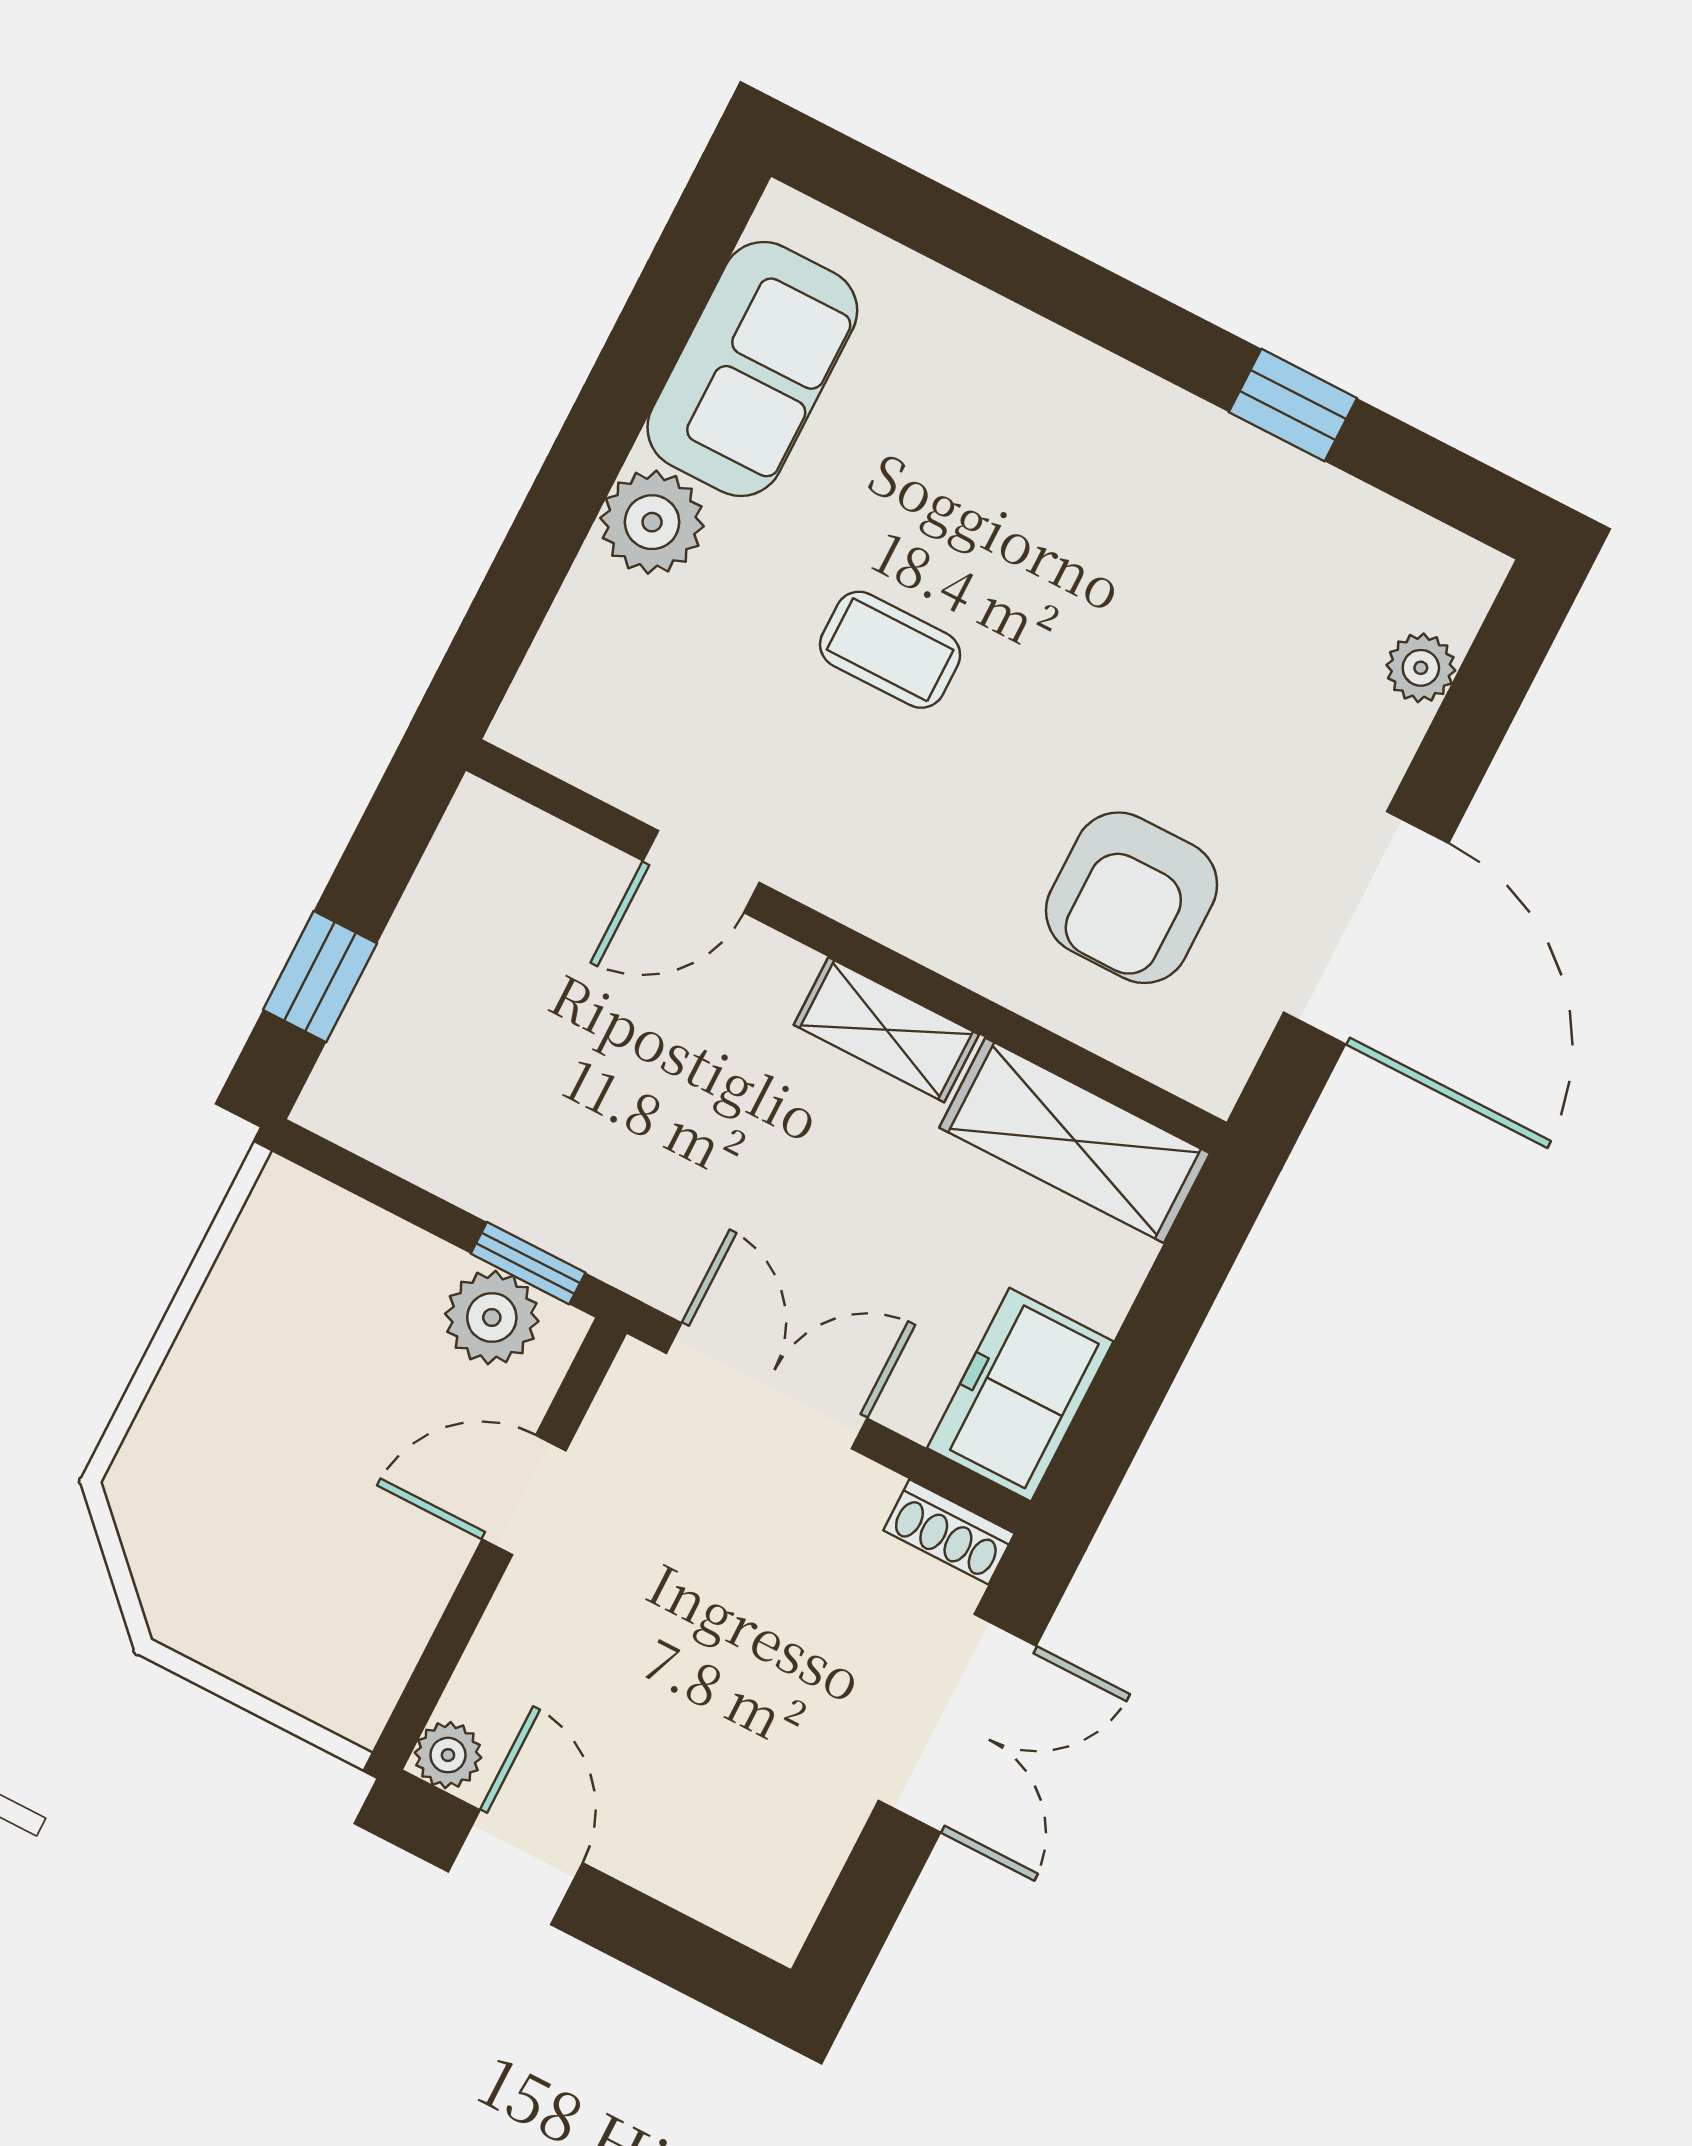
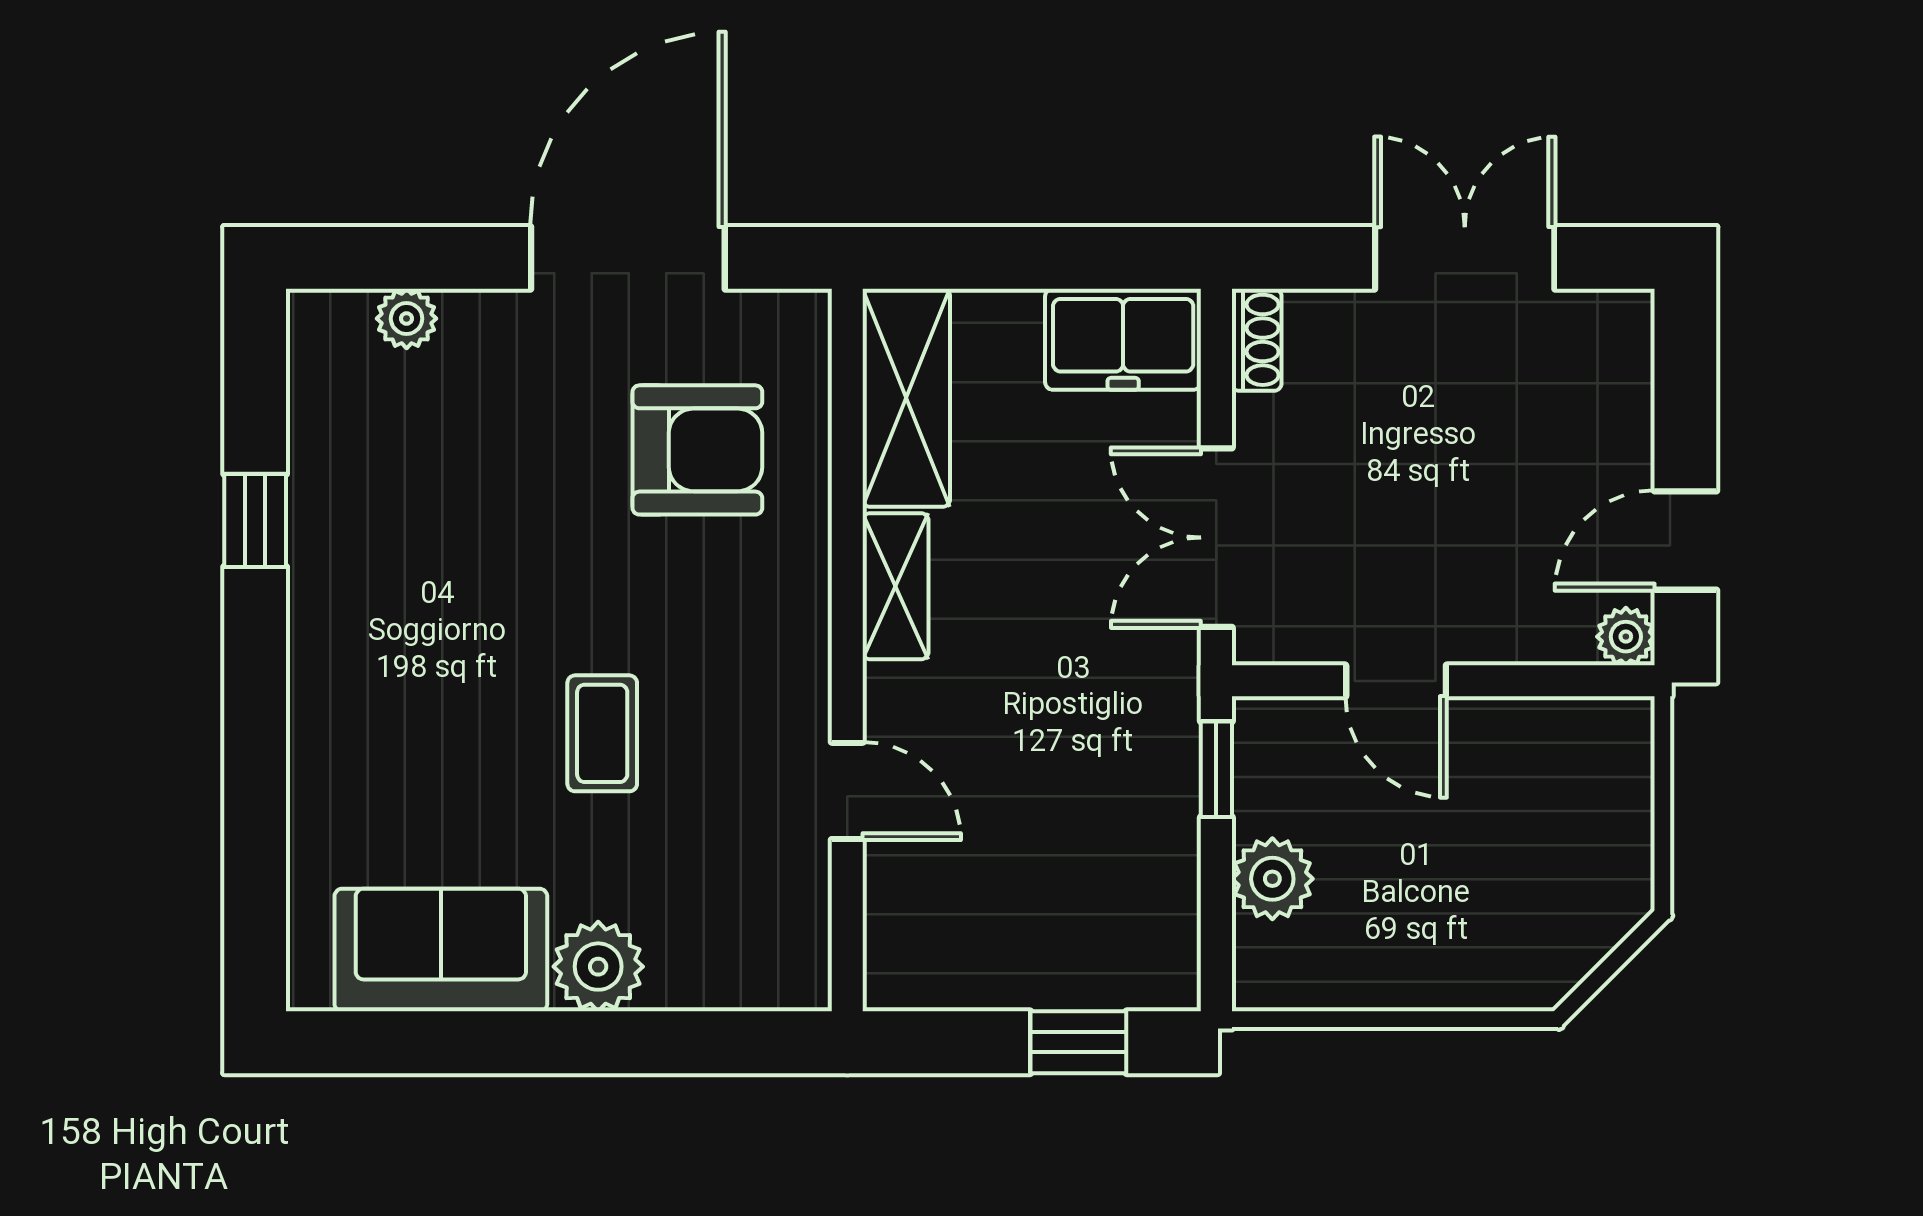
plant: (492, 1317) -> (1272, 879), moved
double door: (957, 1723) -> (1465, 258), moved

